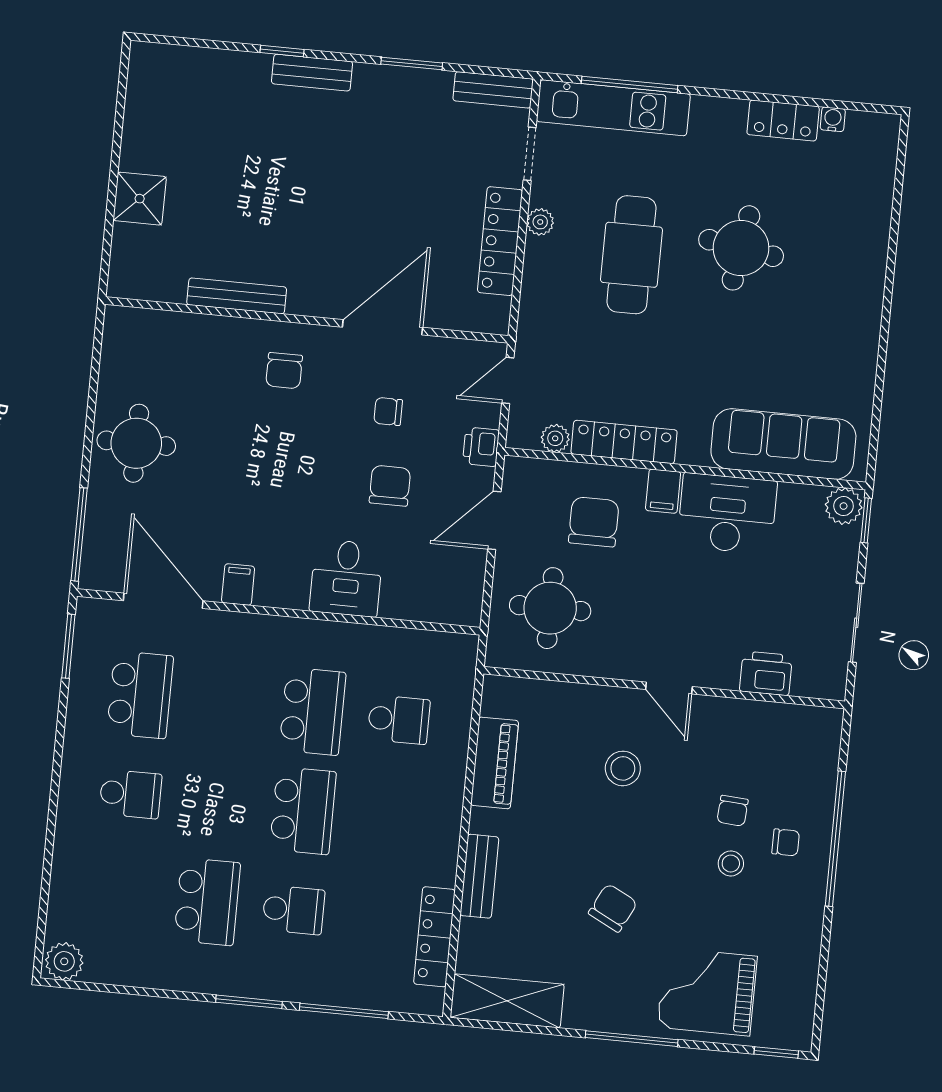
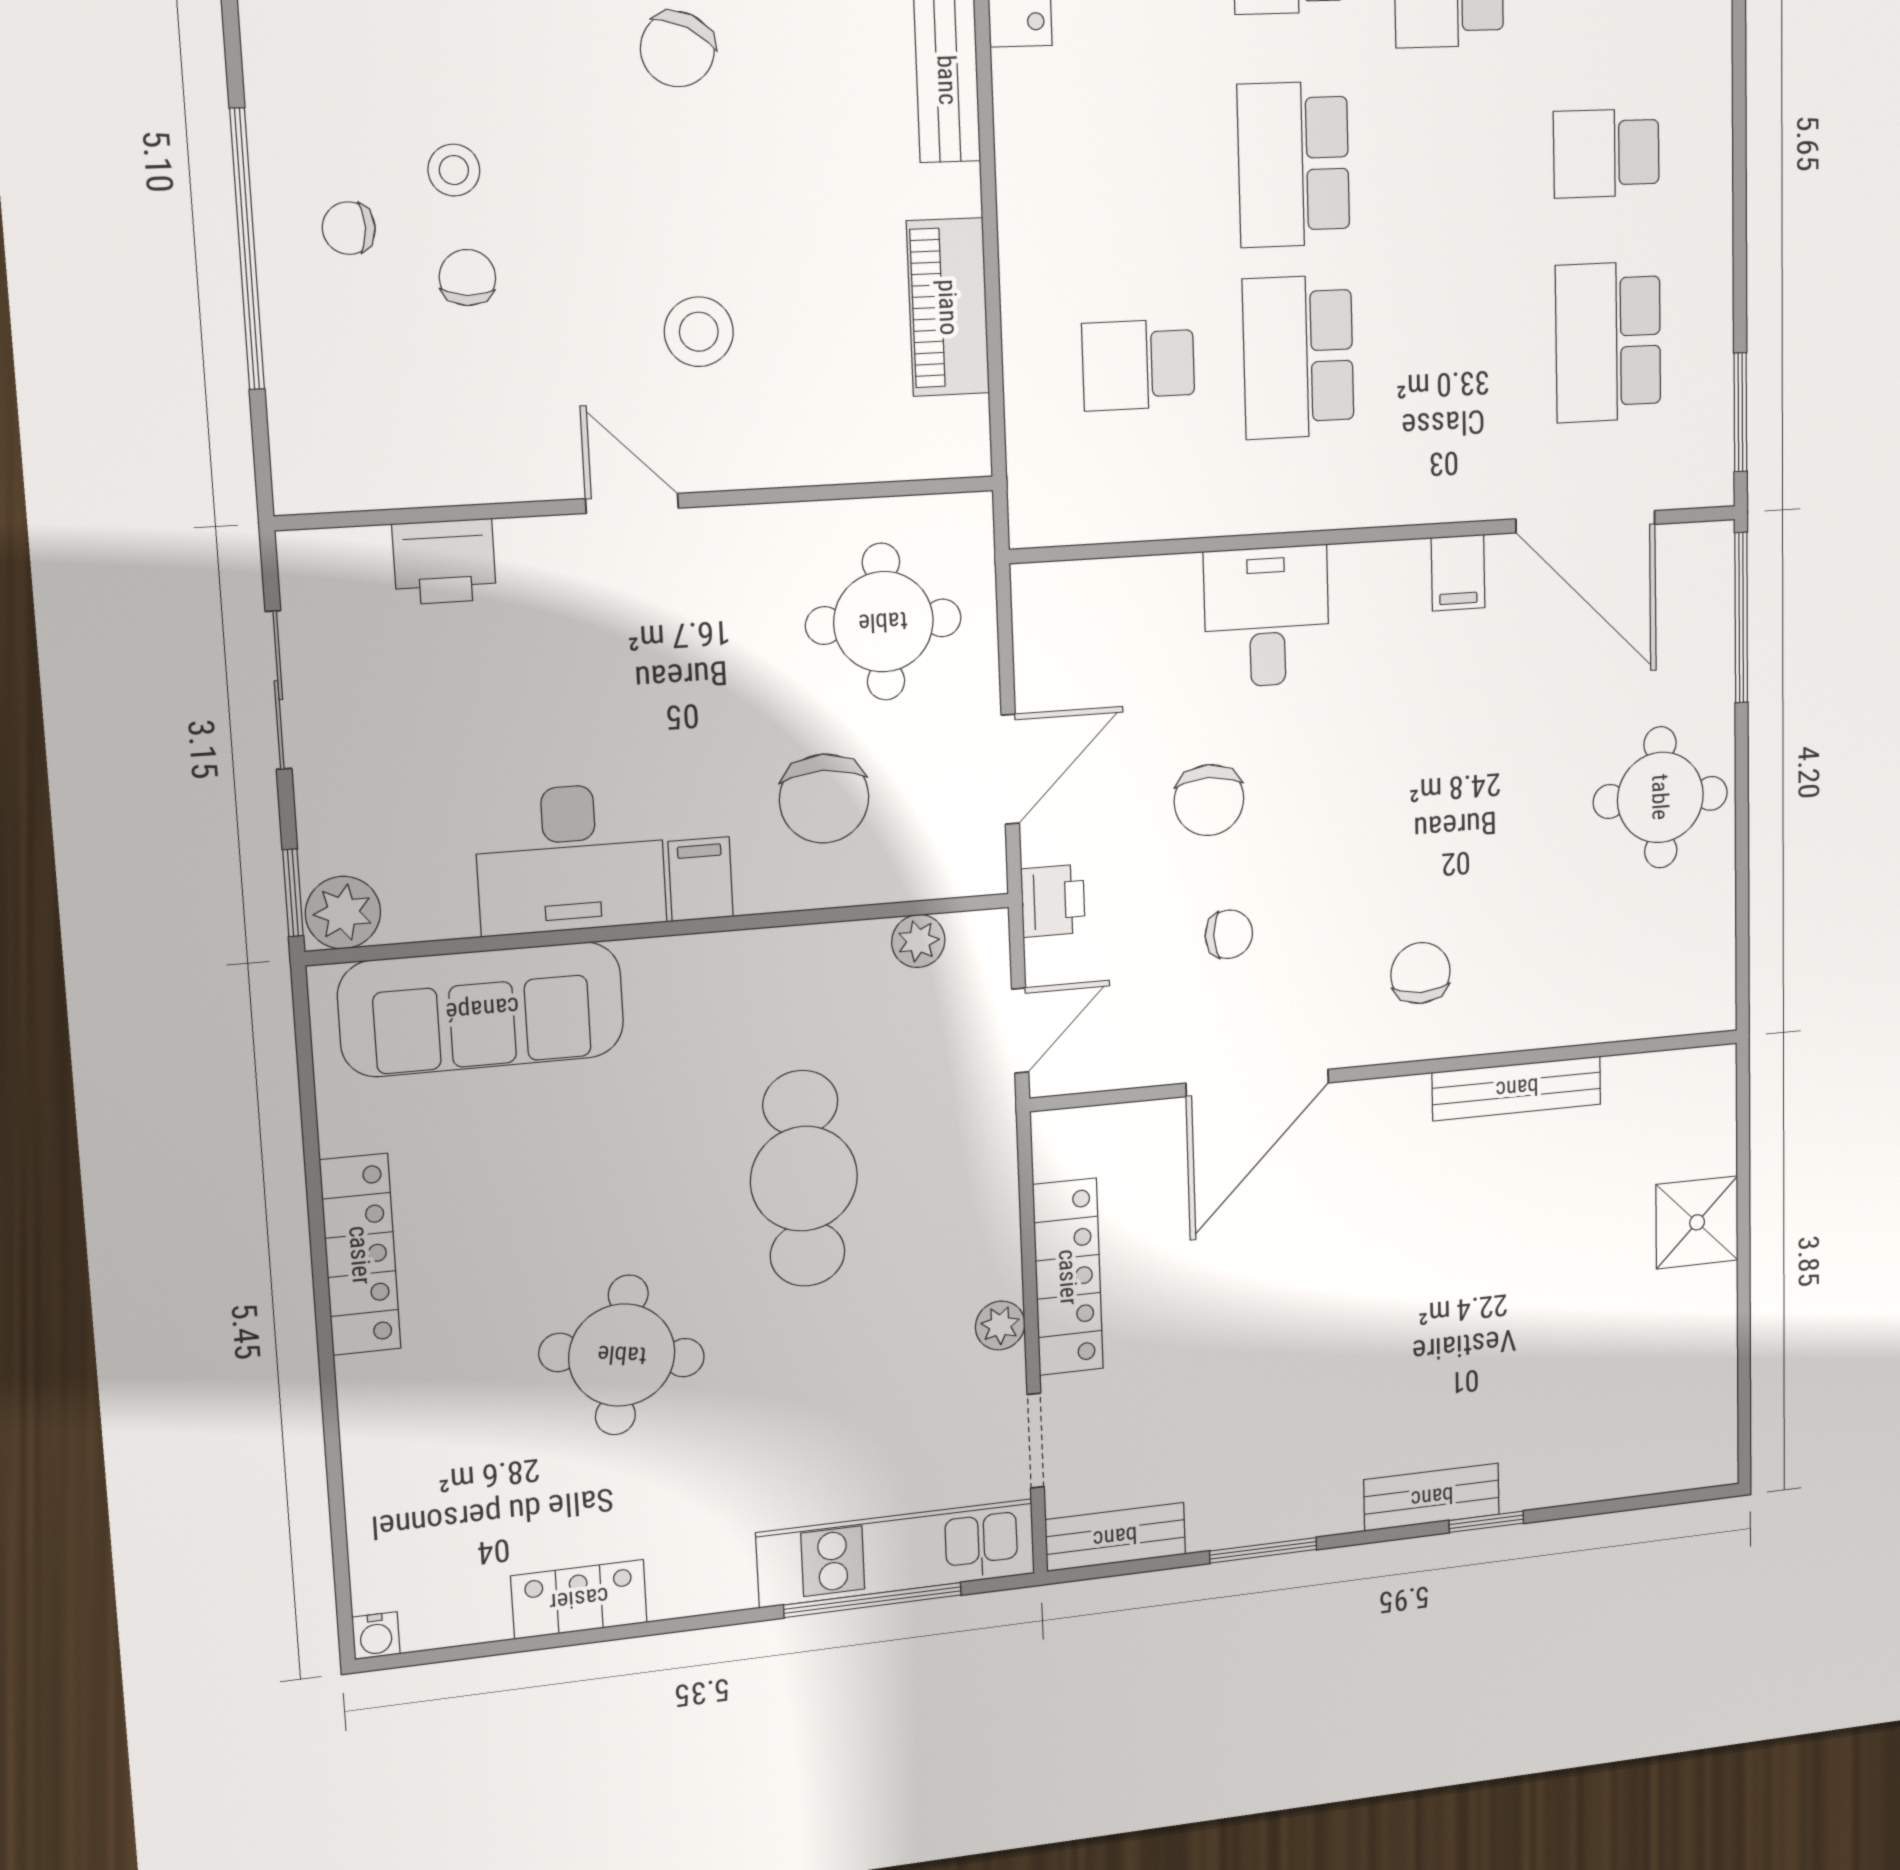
water cooler: (833, 119) -> (376, 1636), moved
cafe table: (631, 255) -> (804, 1179), moved
locker: (624, 442) -> (360, 1255), moved, turned -90

